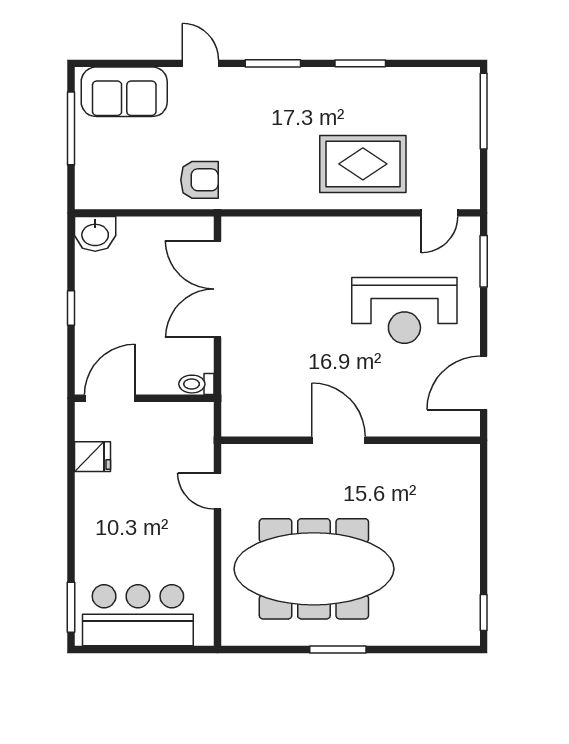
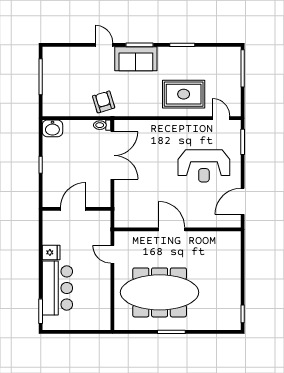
sofa: (124, 92) -> (136, 59), moved
armchair: (199, 180) -> (104, 102), turned -107
door: (439, 213) -> (221, 118), swing flipped
double door: (217, 289) -> (112, 155), swing flipped
toilet: (196, 384) -> (102, 125), moved
door: (110, 398) -> (73, 209), moved
fridge: (92, 457) -> (51, 252), moved
bar counter: (138, 615) -> (57, 288), moved, turned 90

